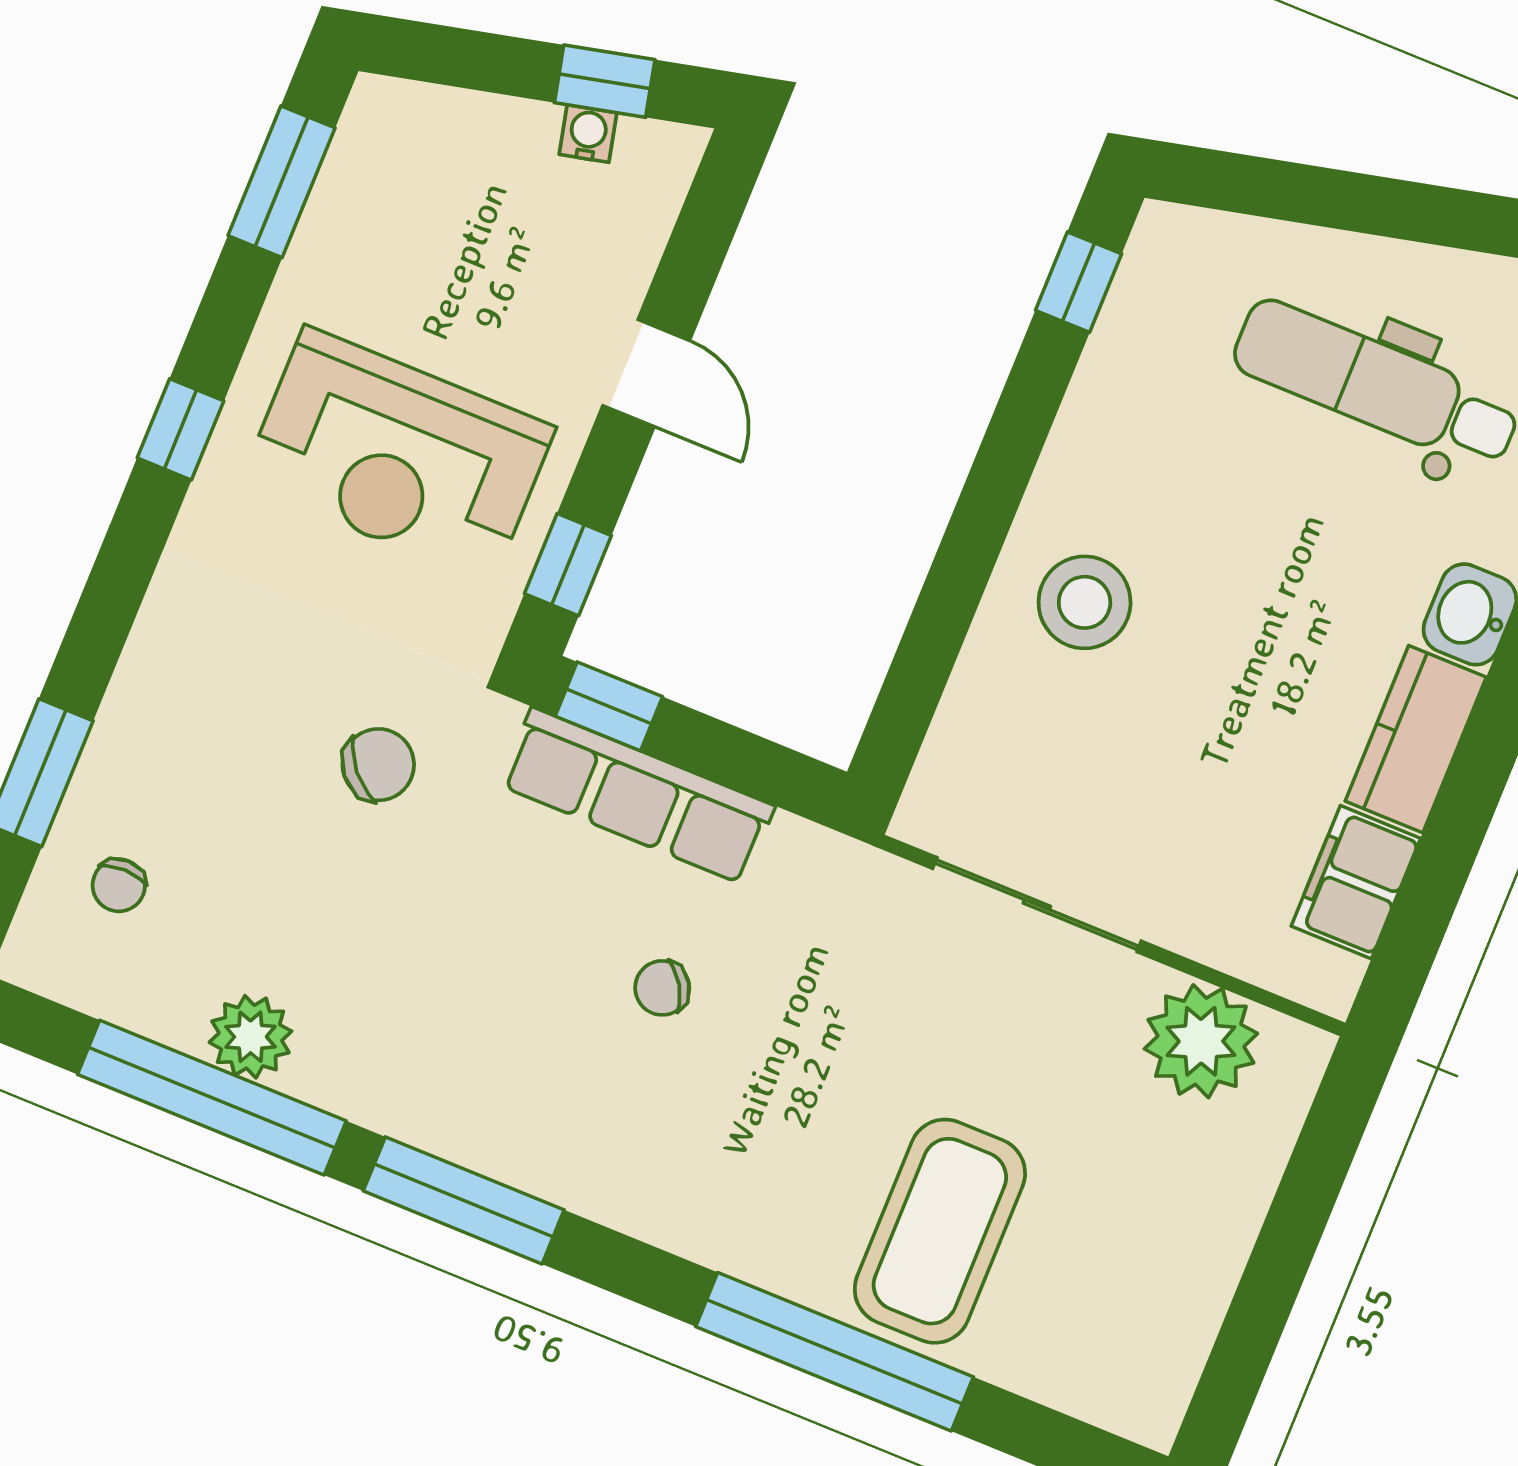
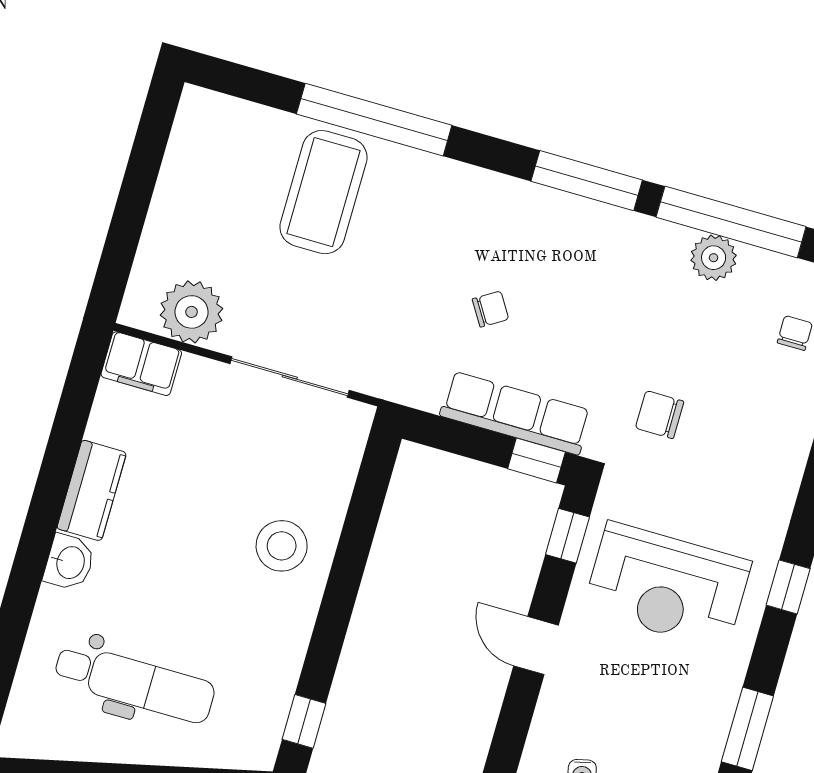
reception desk: (398, 455) -> (667, 586), turned 180
chair: (378, 765) -> (660, 415), turned 41
filing cabinet: (1356, 882) -> (141, 364), moved, turned 90

